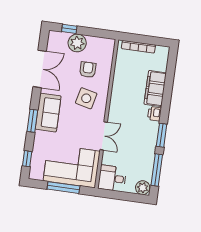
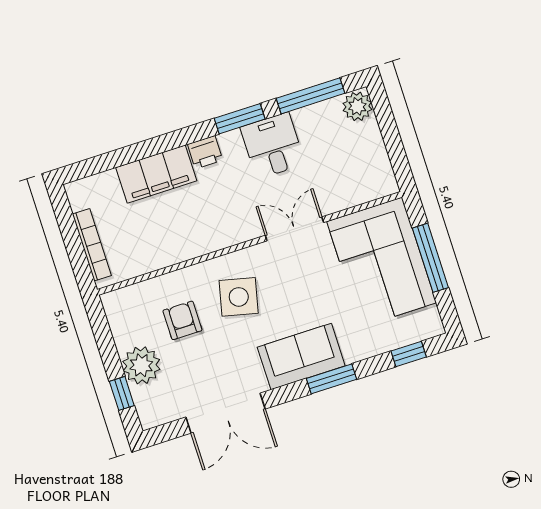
double door: (40, 69) -> (226, 413), swing flipped
armchair: (88, 70) -> (182, 320), turned 90
desk: (112, 178) -> (273, 146), moved, turned 180

